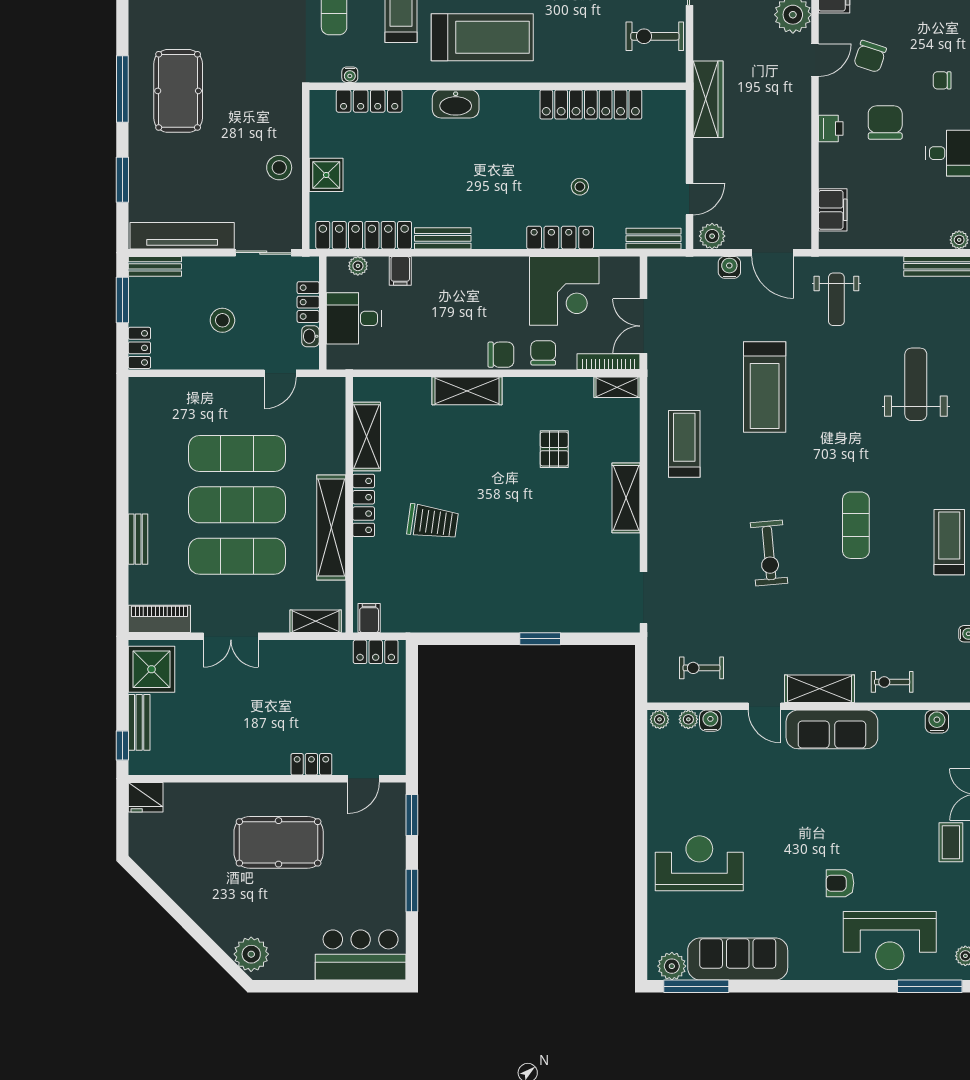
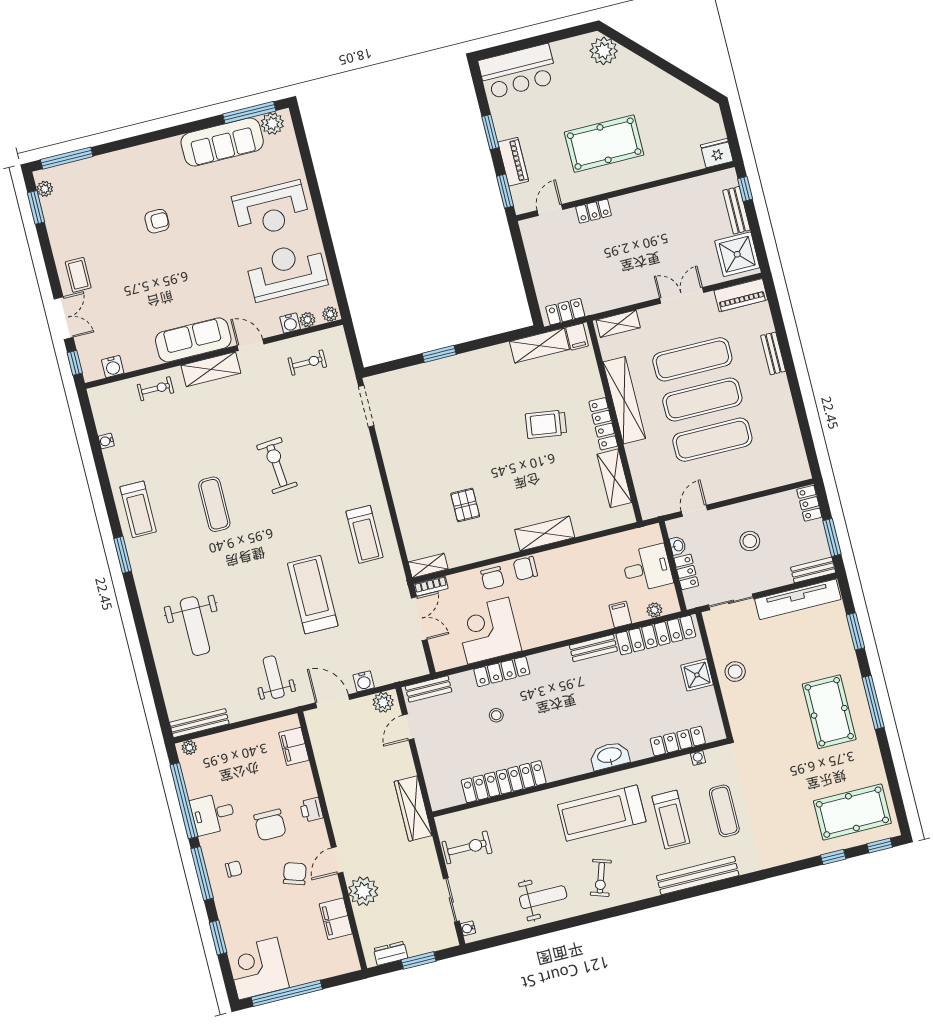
bookcase: (609, 362) -> (431, 586), width x0.64
shelving: (626, 498) -> (539, 346), moved, turned 90
piano: (393, 848) -> (513, 162), added
reception desk: (890, 941) -> (287, 271), moved

